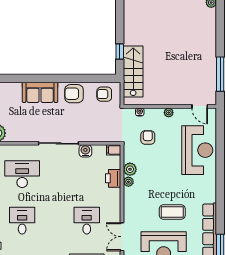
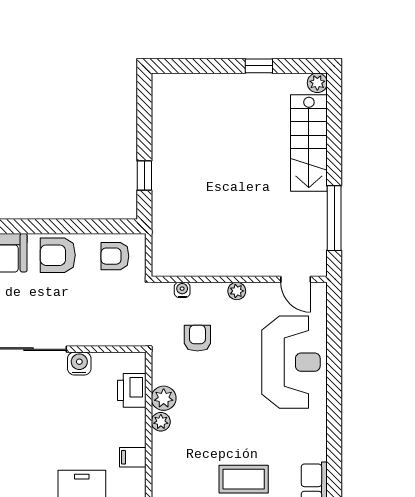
stairs: (133, 71) -> (309, 143), moved, turned 180
filing cabinet: (114, 150) -> (133, 457), moved
printer: (113, 178) -> (132, 390), moved

